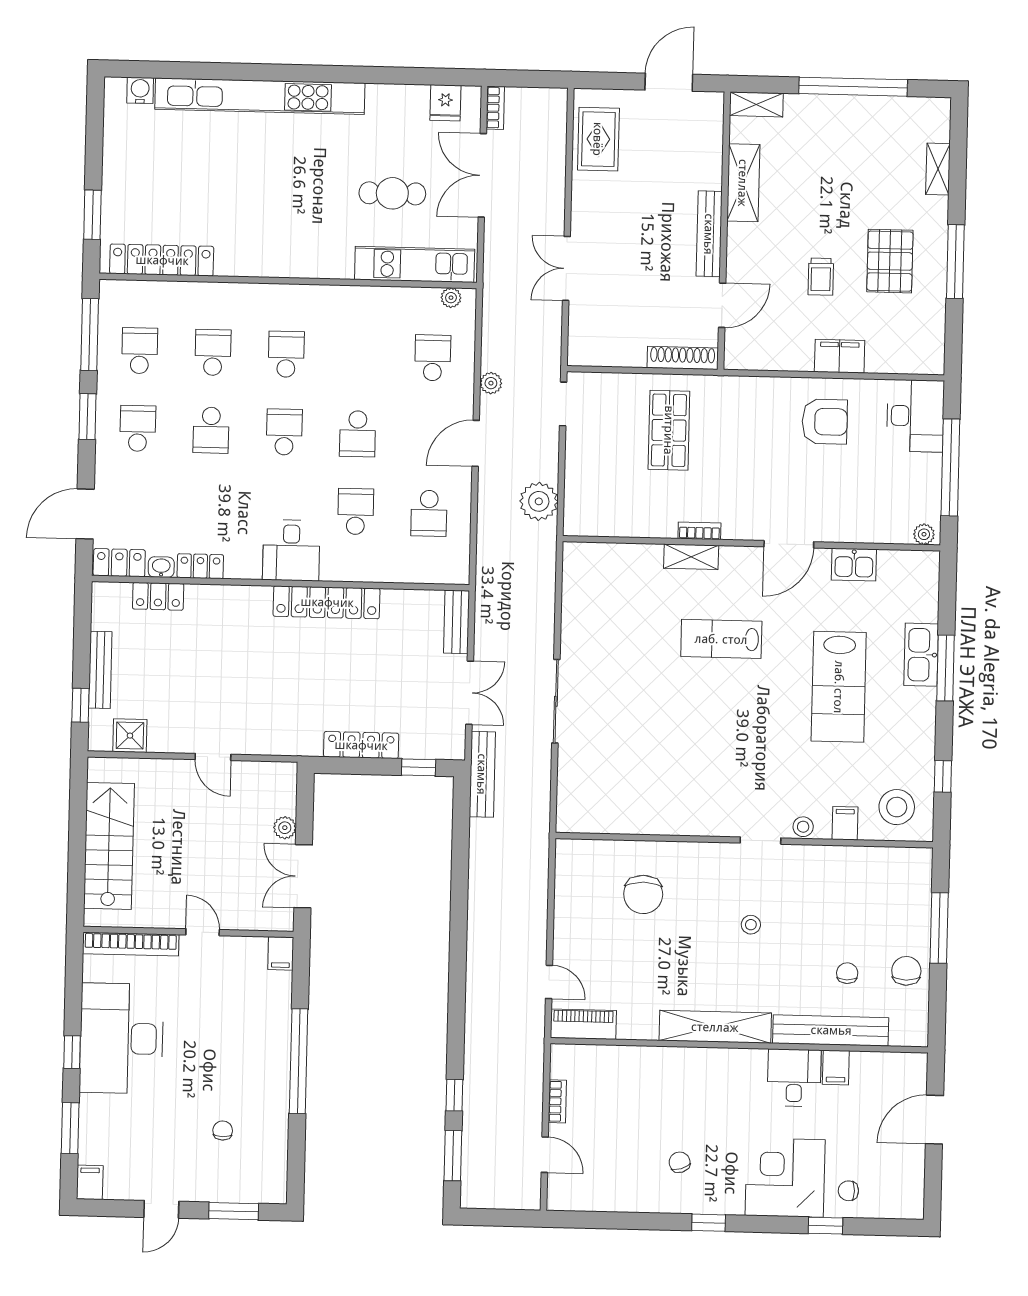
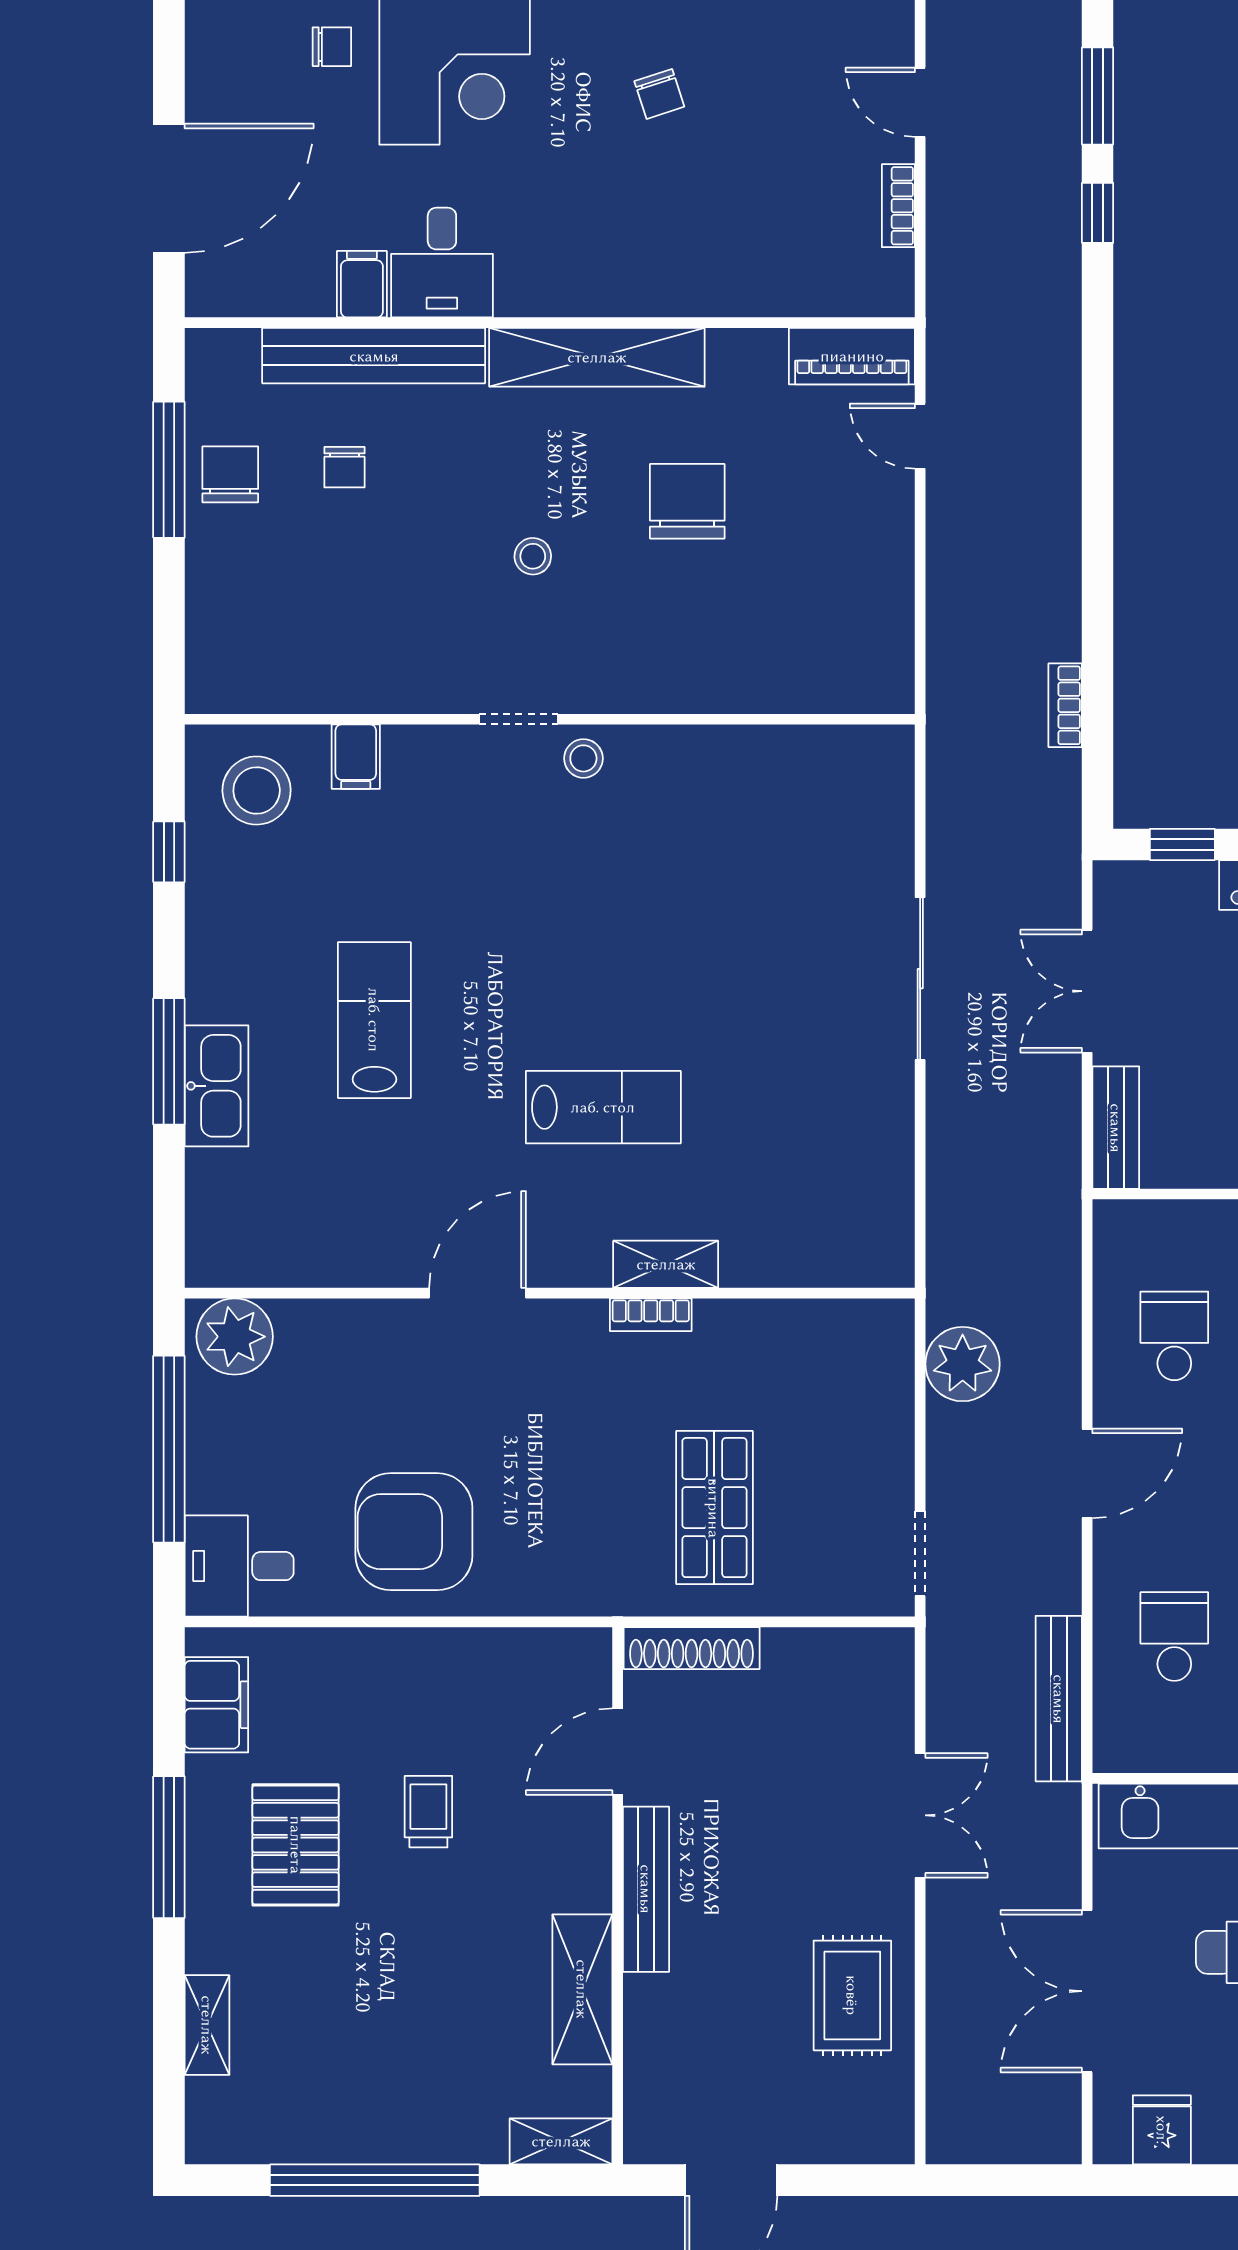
bookcase: (495, 108) -> (1065, 705), moved
rug: (598, 139) -> (852, 1995), moved
double door: (482, 175) -> (1087, 1991), swing flipped
plant: (451, 298) -> (1142, 1754), removed
filing cabinet: (840, 356) -> (216, 1705), moved, turned -90
school desk: (433, 358) -> (1174, 1637), turned 180
plant: (491, 383) -> (1061, 1590), removed
desk: (915, 416) -> (239, 1566), width x0.73
armchair: (825, 422) -> (414, 1532), width x1.36, depth x1.36
plant: (924, 534) -> (235, 1337), width x1.88, depth x1.88
kitchen sink: (854, 565) -> (351, 1257), removed
lab bench: (839, 687) -> (374, 1020), width x0.73, depth x0.72
bench: (482, 774) -> (1059, 1699), moved
stool: (803, 827) -> (583, 758), moved
chair: (643, 894) -> (687, 501), moved
window: (939, 928) -> (169, 470), moved
chair: (906, 971) -> (230, 474), turned 180
door: (934, 1120) -> (169, 188), width x1.36

